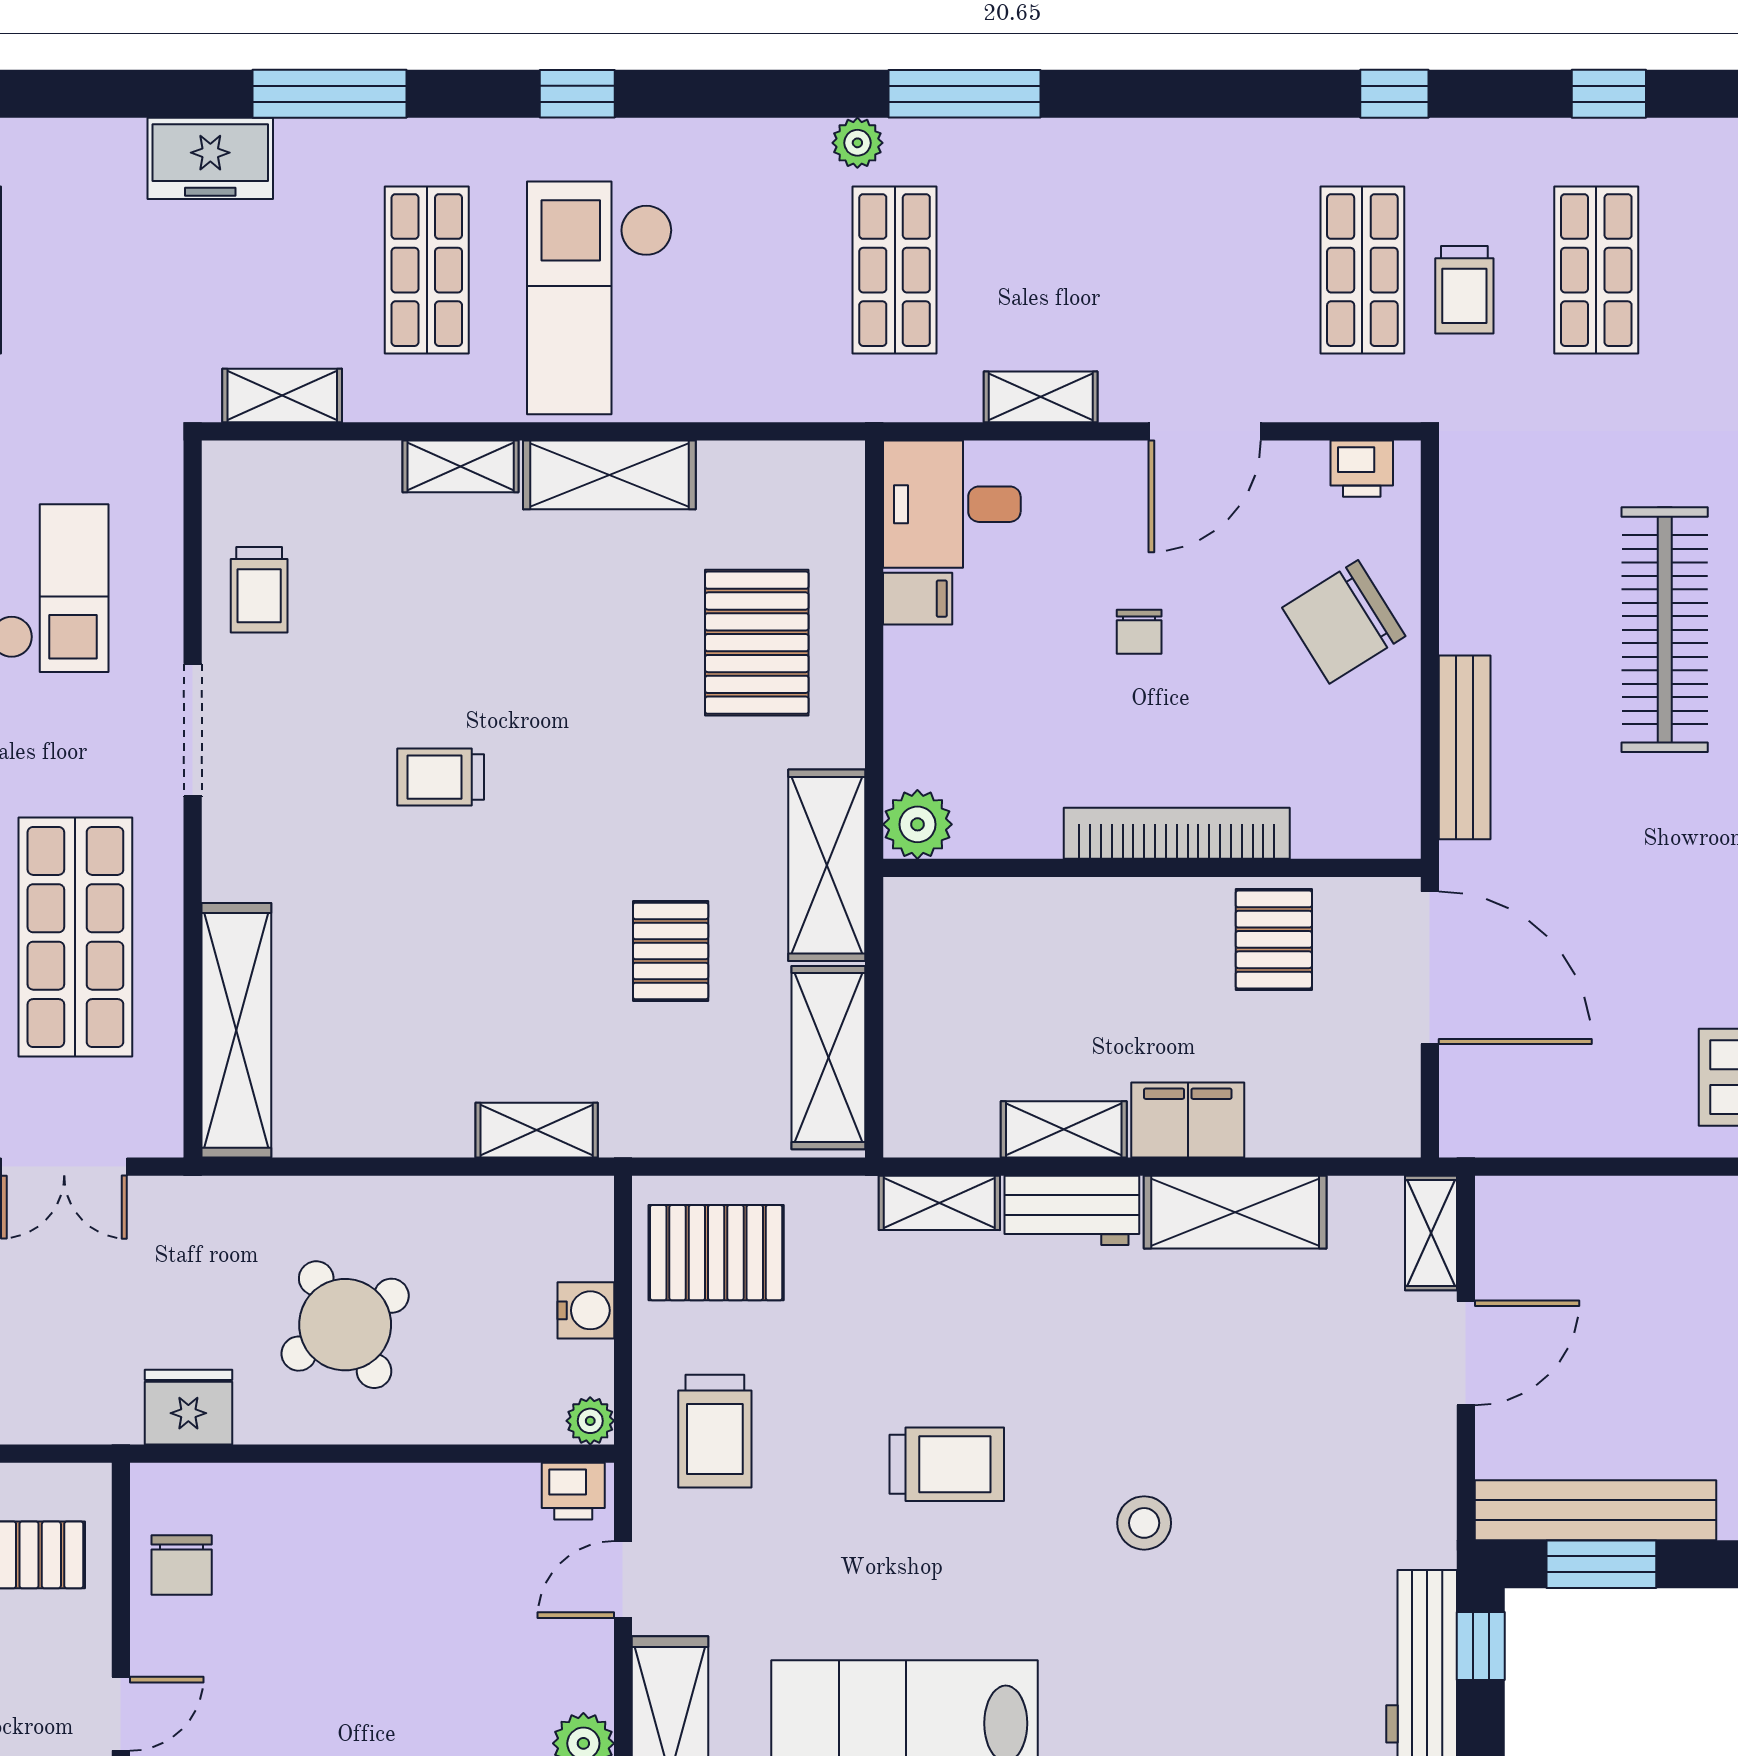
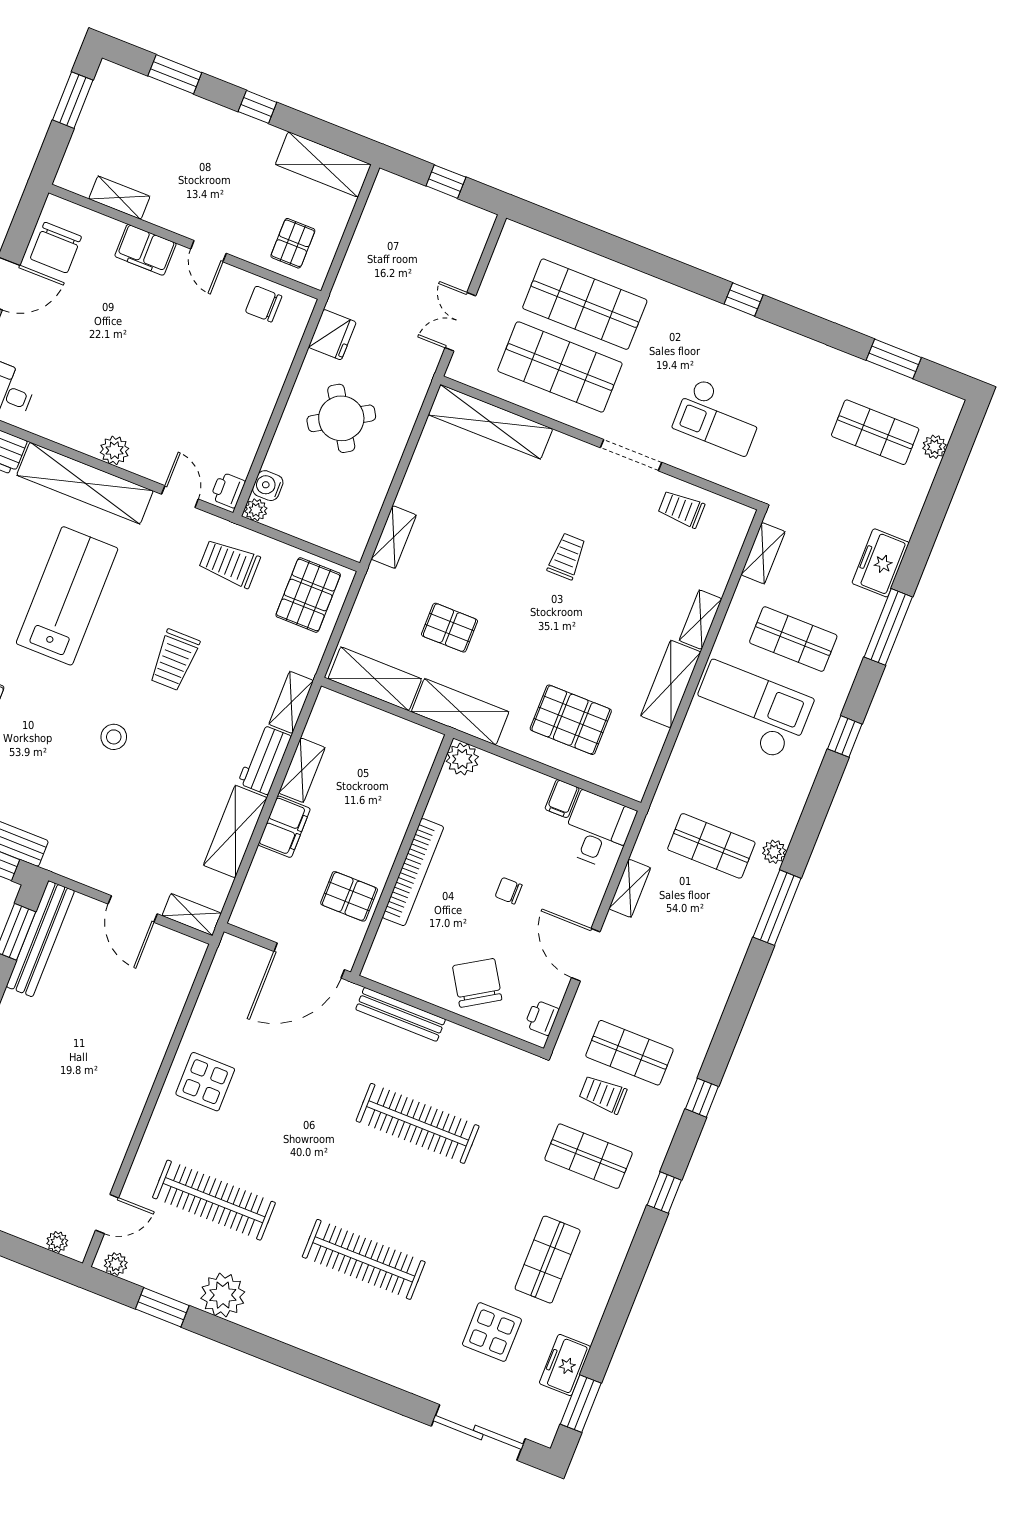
water cooler: (586, 1310) -> (268, 486), moved, turned 90

